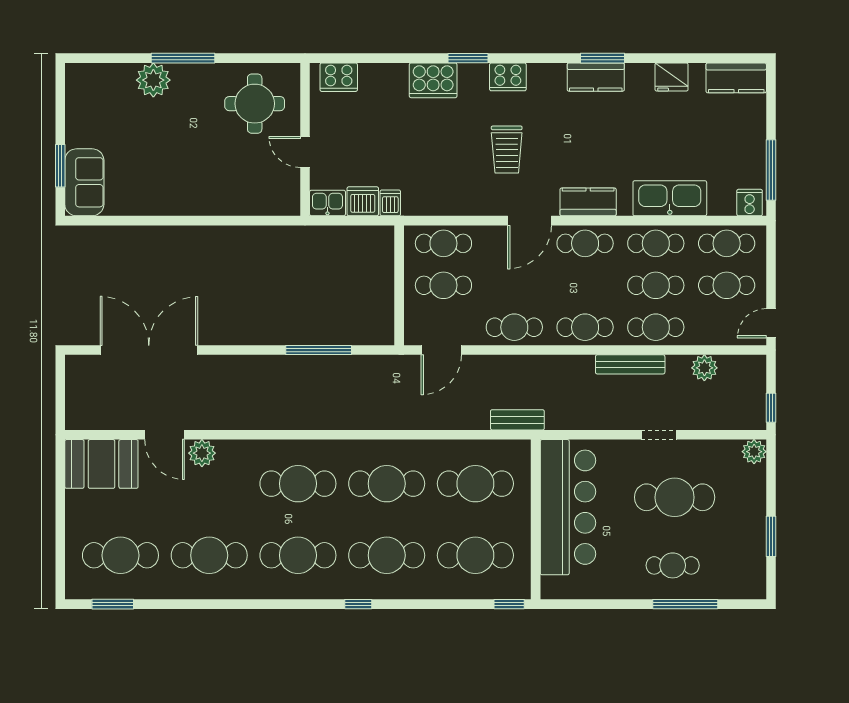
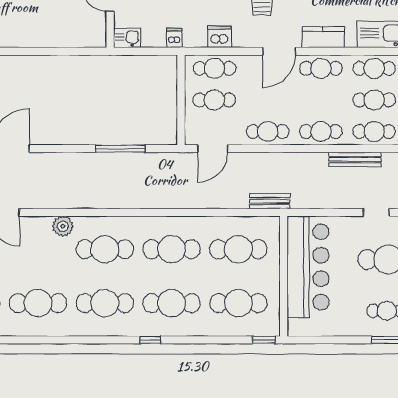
dishwasher: (363, 201) -> (219, 37), moved
plant: (202, 453) -> (63, 226), moved

